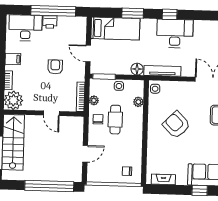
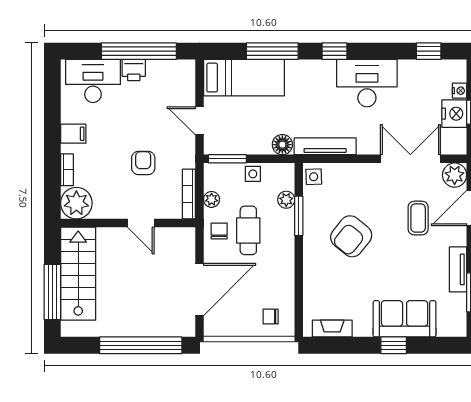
window: (133, 13) -> (272, 51), width x1.44
desk: (175, 34) -> (367, 83), moved
armchair: (55, 67) -> (143, 163), moved
window: (146, 112) -> (299, 216), added
armchair: (176, 125) -> (351, 236), turned -96
door: (85, 154) -> (199, 289), width x1.87

